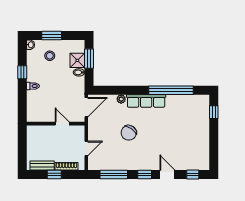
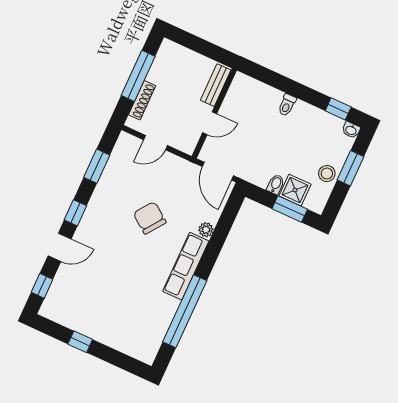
stool: (50, 56) -> (327, 173), moved
window: (22, 72) -> (338, 109), moved
window: (214, 112) -> (80, 342), moved
door: (86, 148) -> (155, 143), hinge flipped
bench: (42, 166) -> (216, 85), moved
window: (54, 175) -> (138, 76), width x2.17
window: (114, 175) -> (97, 166), width x0.69

